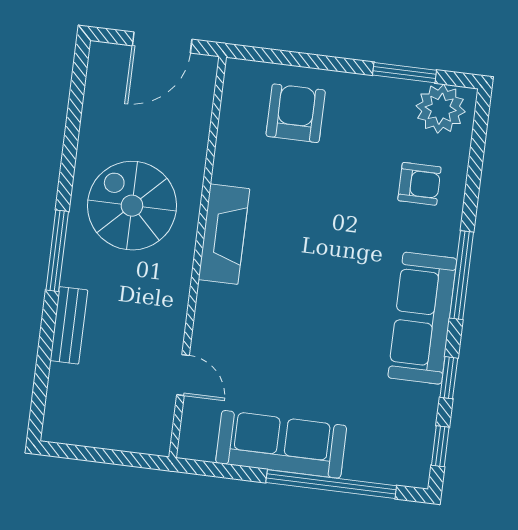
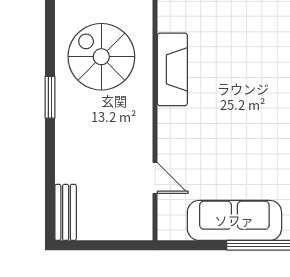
window: (57, 251) -> (50, 97), width x0.69
bench: (69, 325) -> (66, 212), moved

